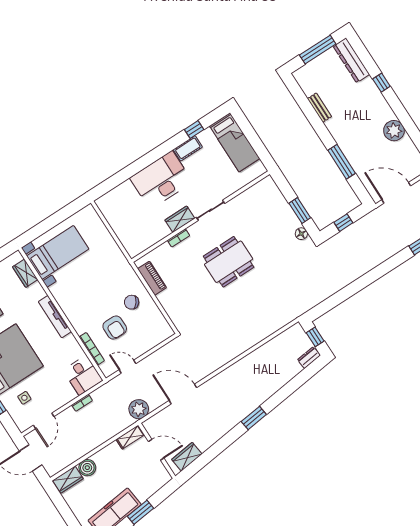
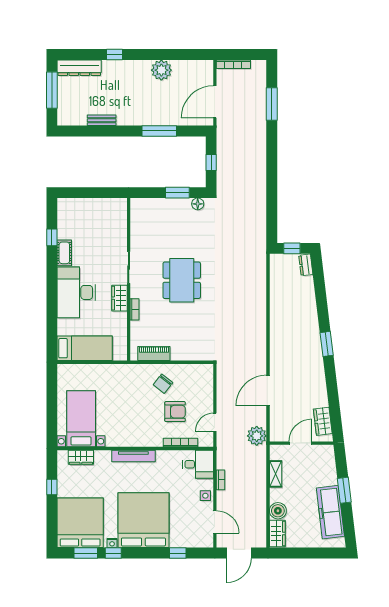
bed: (235, 142) -> (85, 348), moved
side table: (24, 398) -> (205, 496), moved
shelving: (130, 437) -> (276, 474), moved

